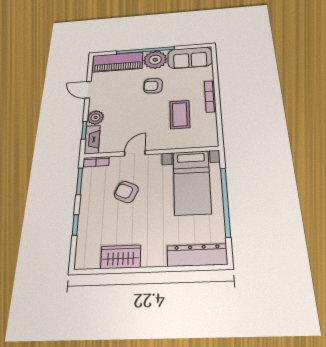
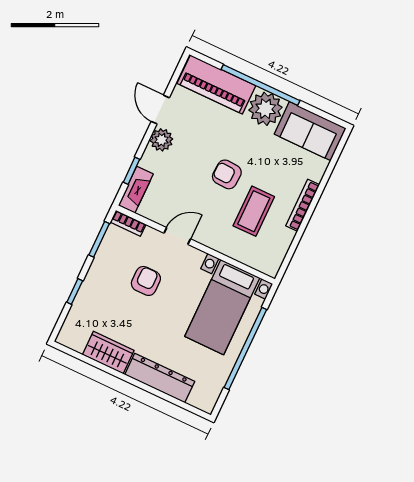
armchair: (153, 86) -> (227, 174), moved
plant: (96, 117) -> (161, 140), moved
armchair: (126, 192) -> (146, 281), turned 65
dresser: (197, 255) -> (160, 378), moved

